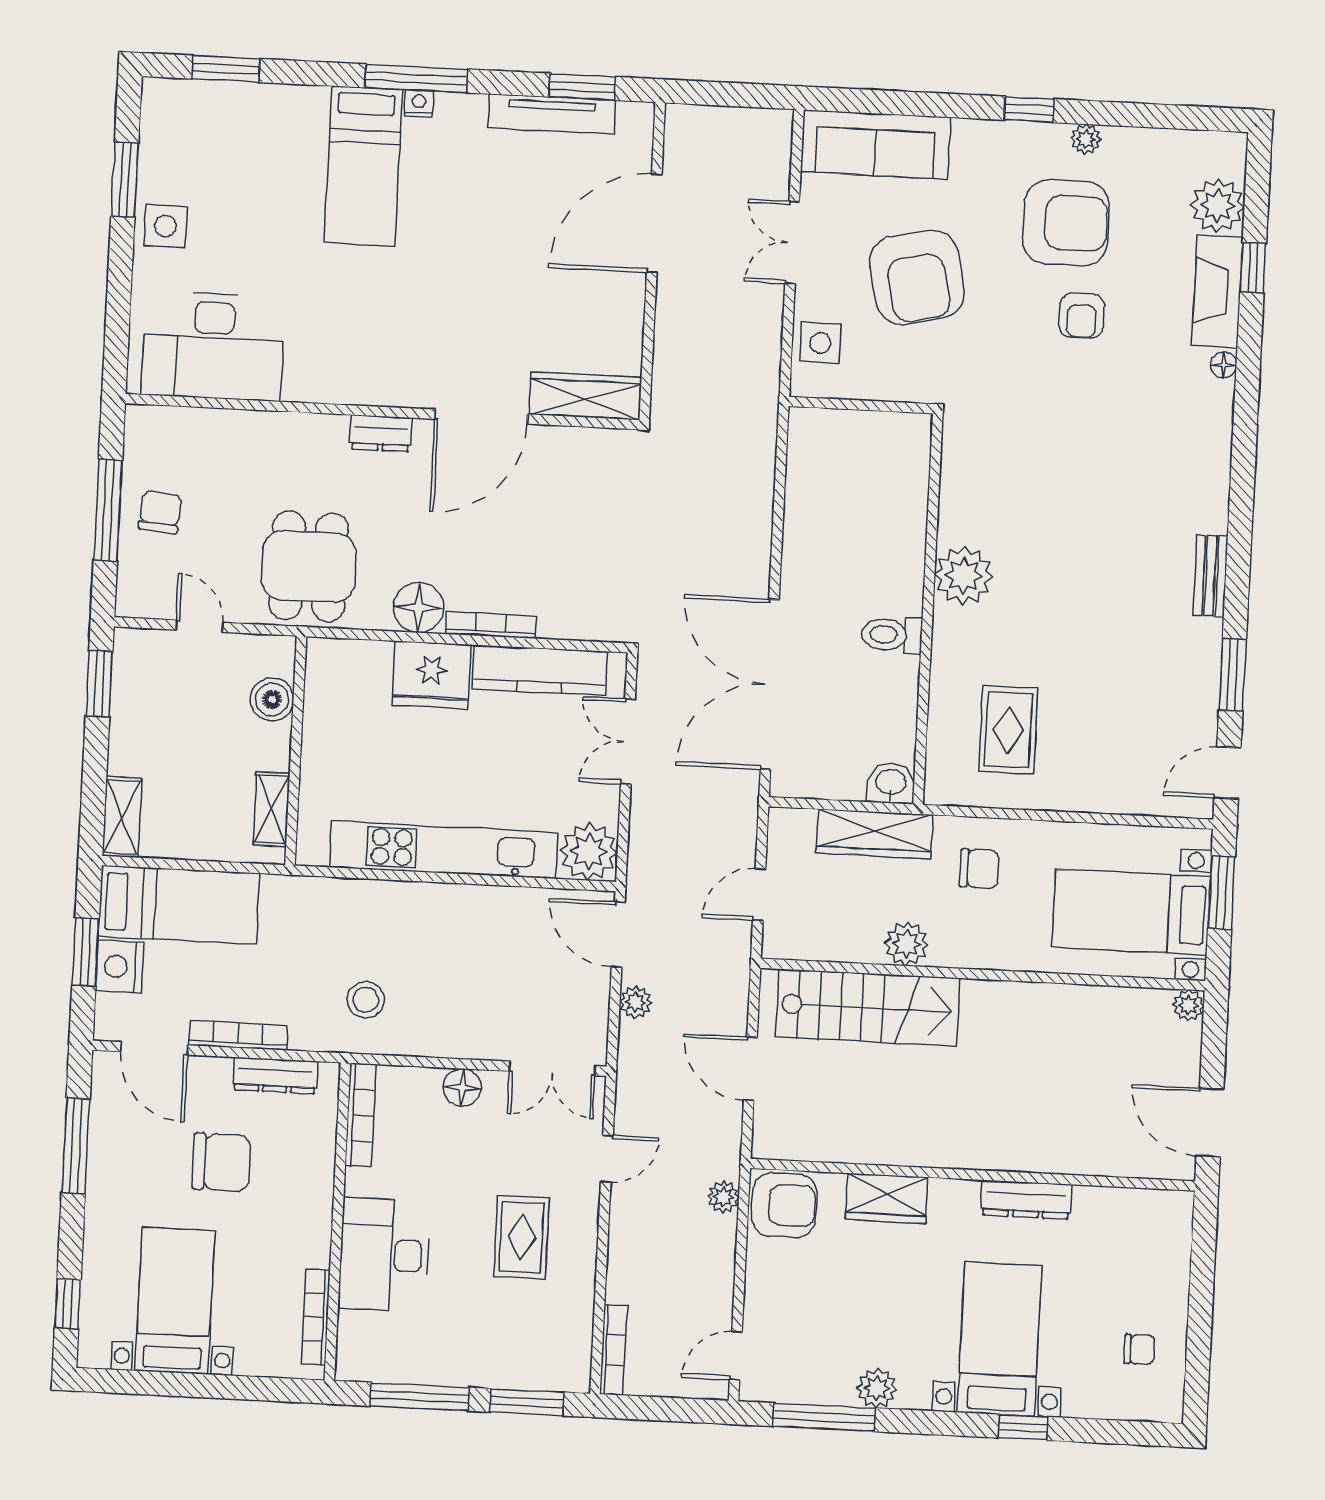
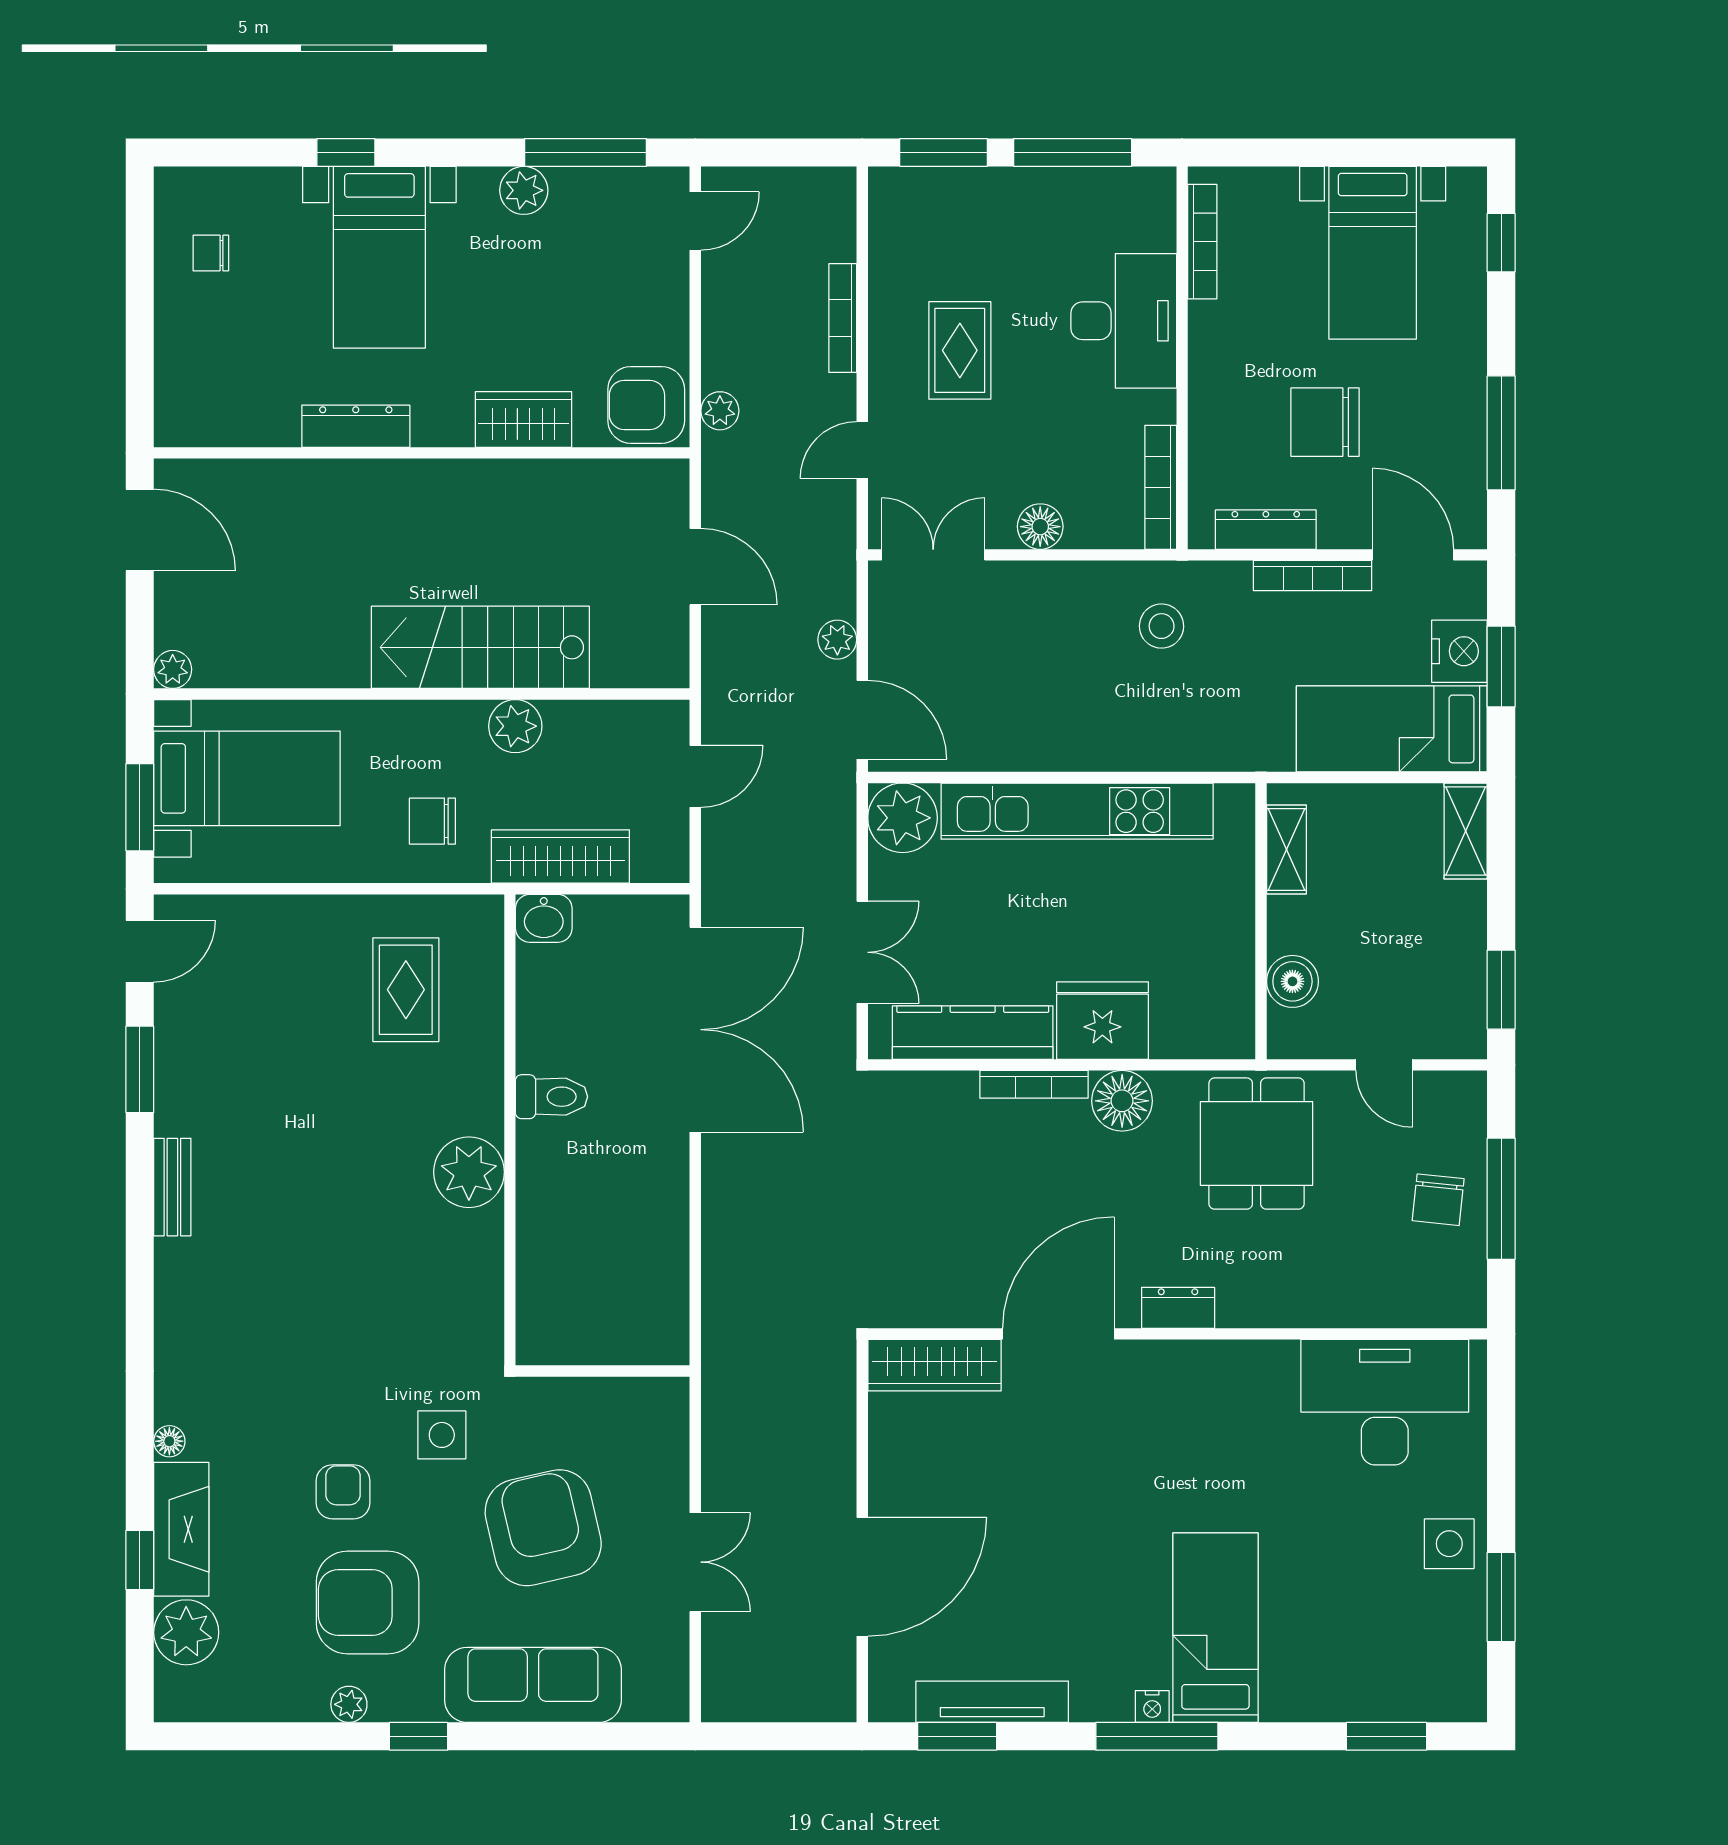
sofa: (875, 145) -> (533, 1685), moved
side table: (820, 343) -> (442, 1435), moved
stairs: (868, 1008) -> (480, 647), moved
bookcase: (613, 1350) -> (843, 318), moved

